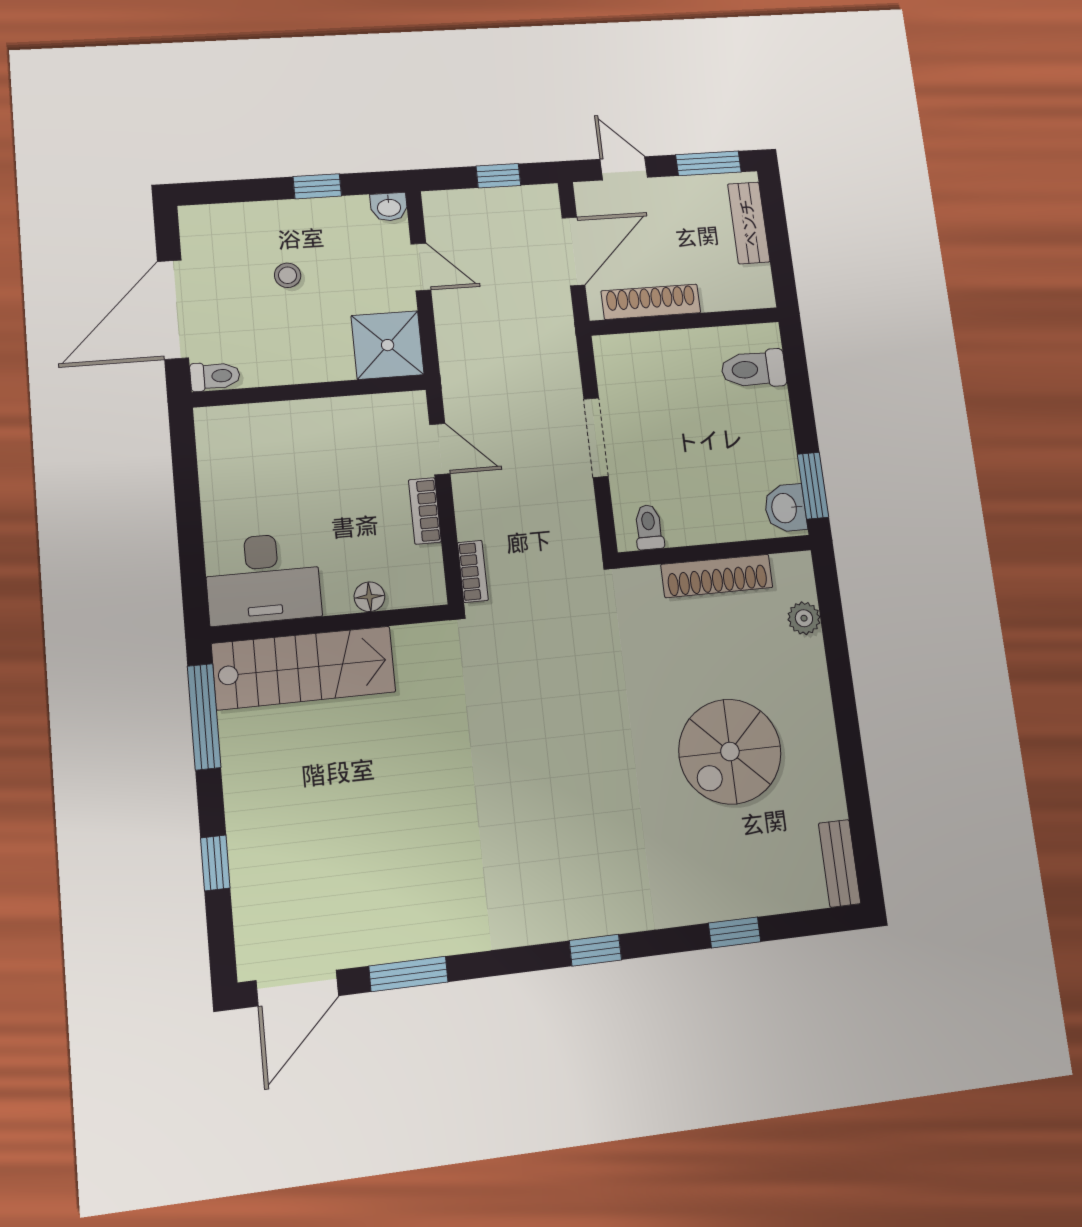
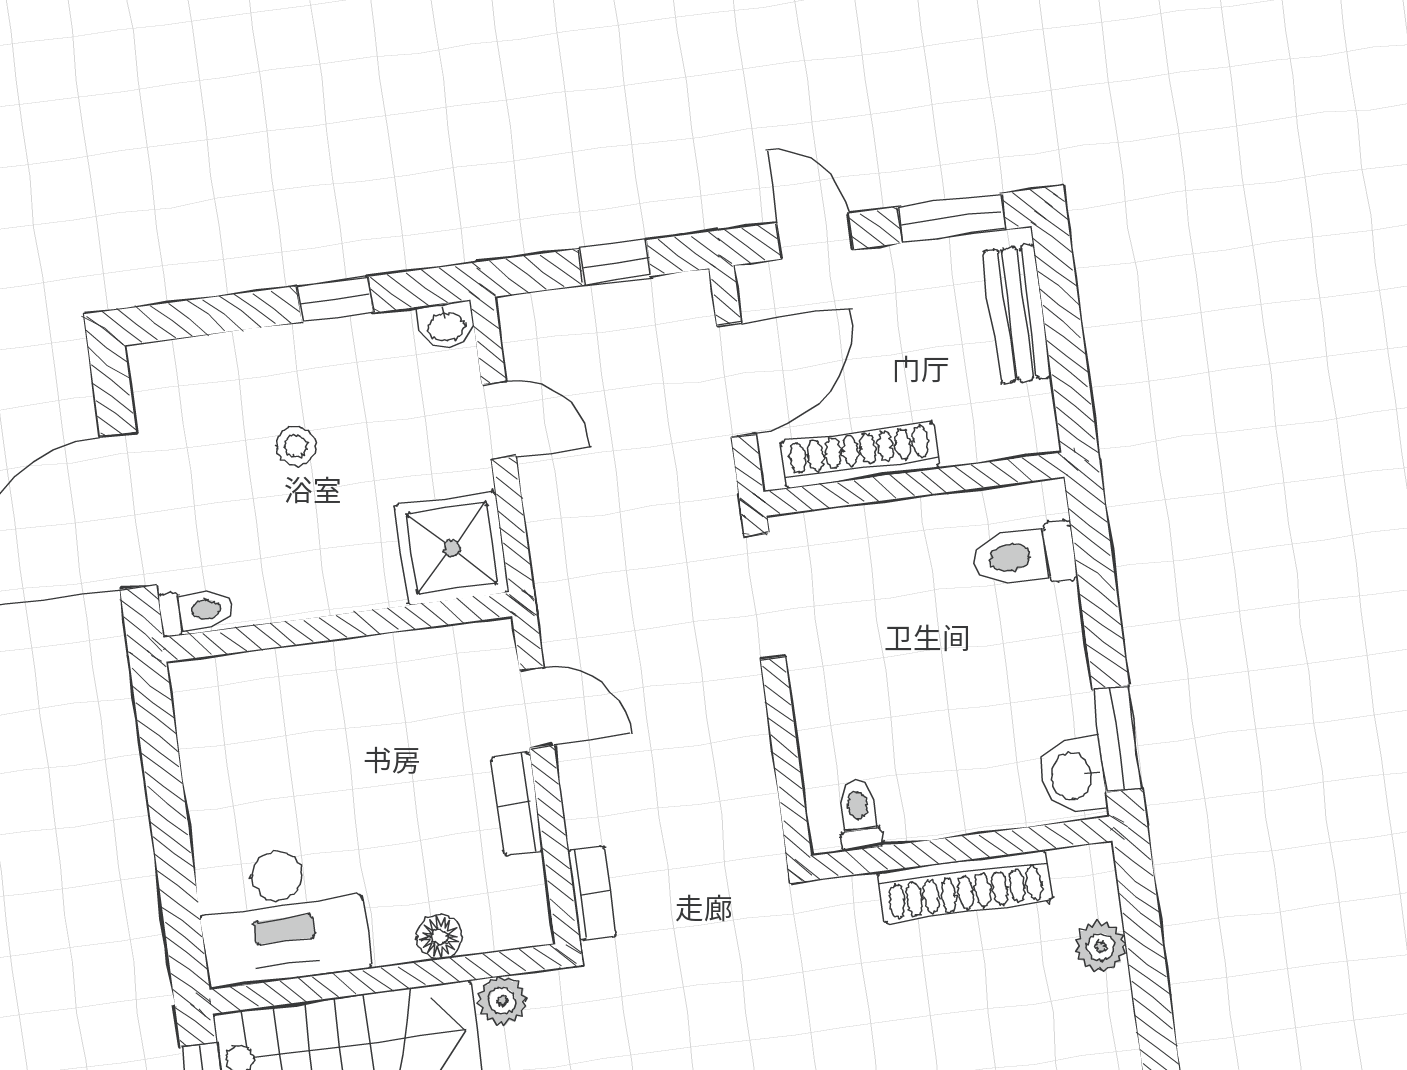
doorway: (596, 438) -> (765, 596), moved
plant: (411, 641) -> (502, 1001), added

